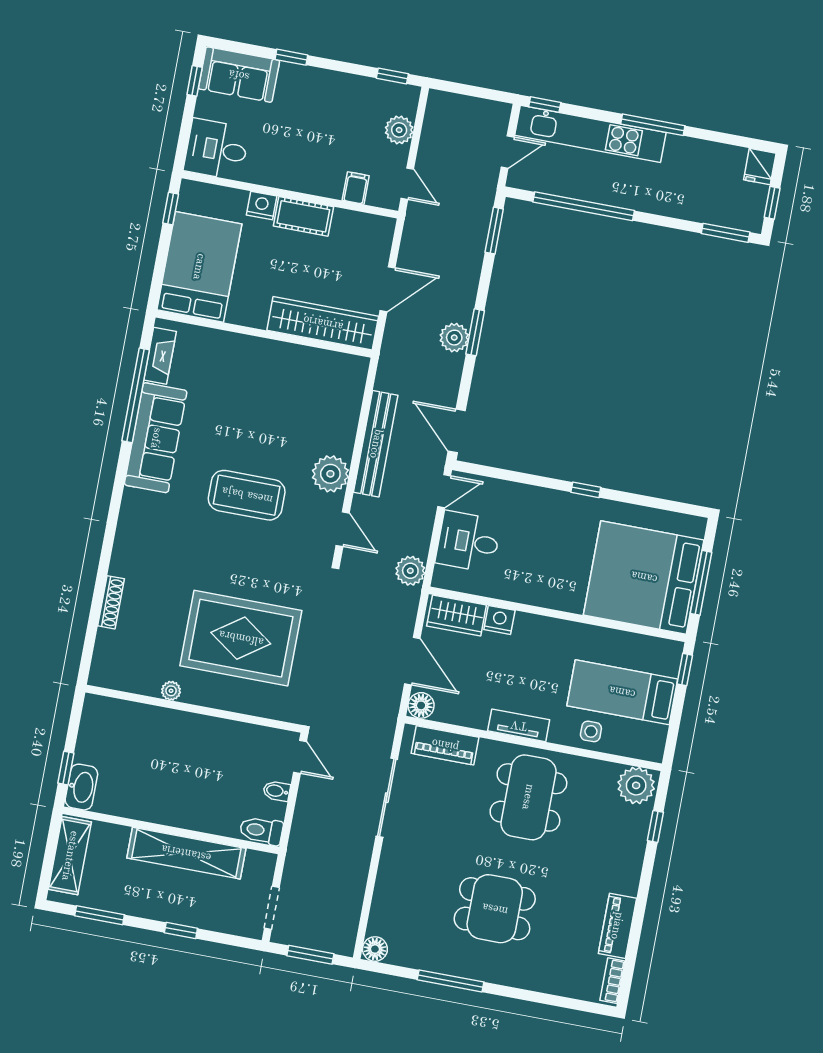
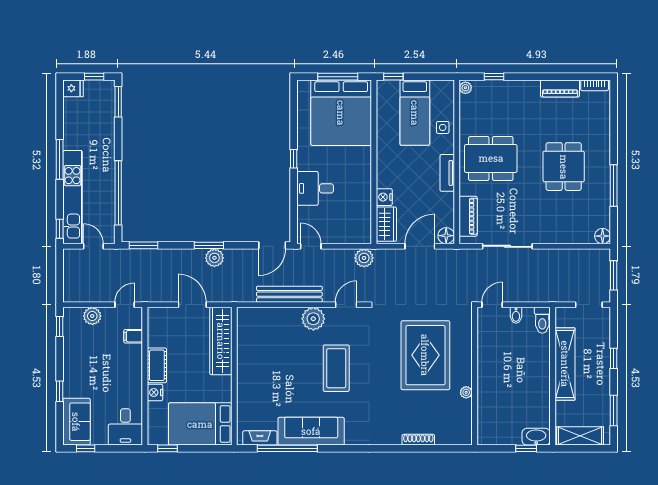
desk: (468, 542) -> (315, 188), moved, turned 90
plant: (636, 785) -> (465, 88), width x0.53, depth x0.53

